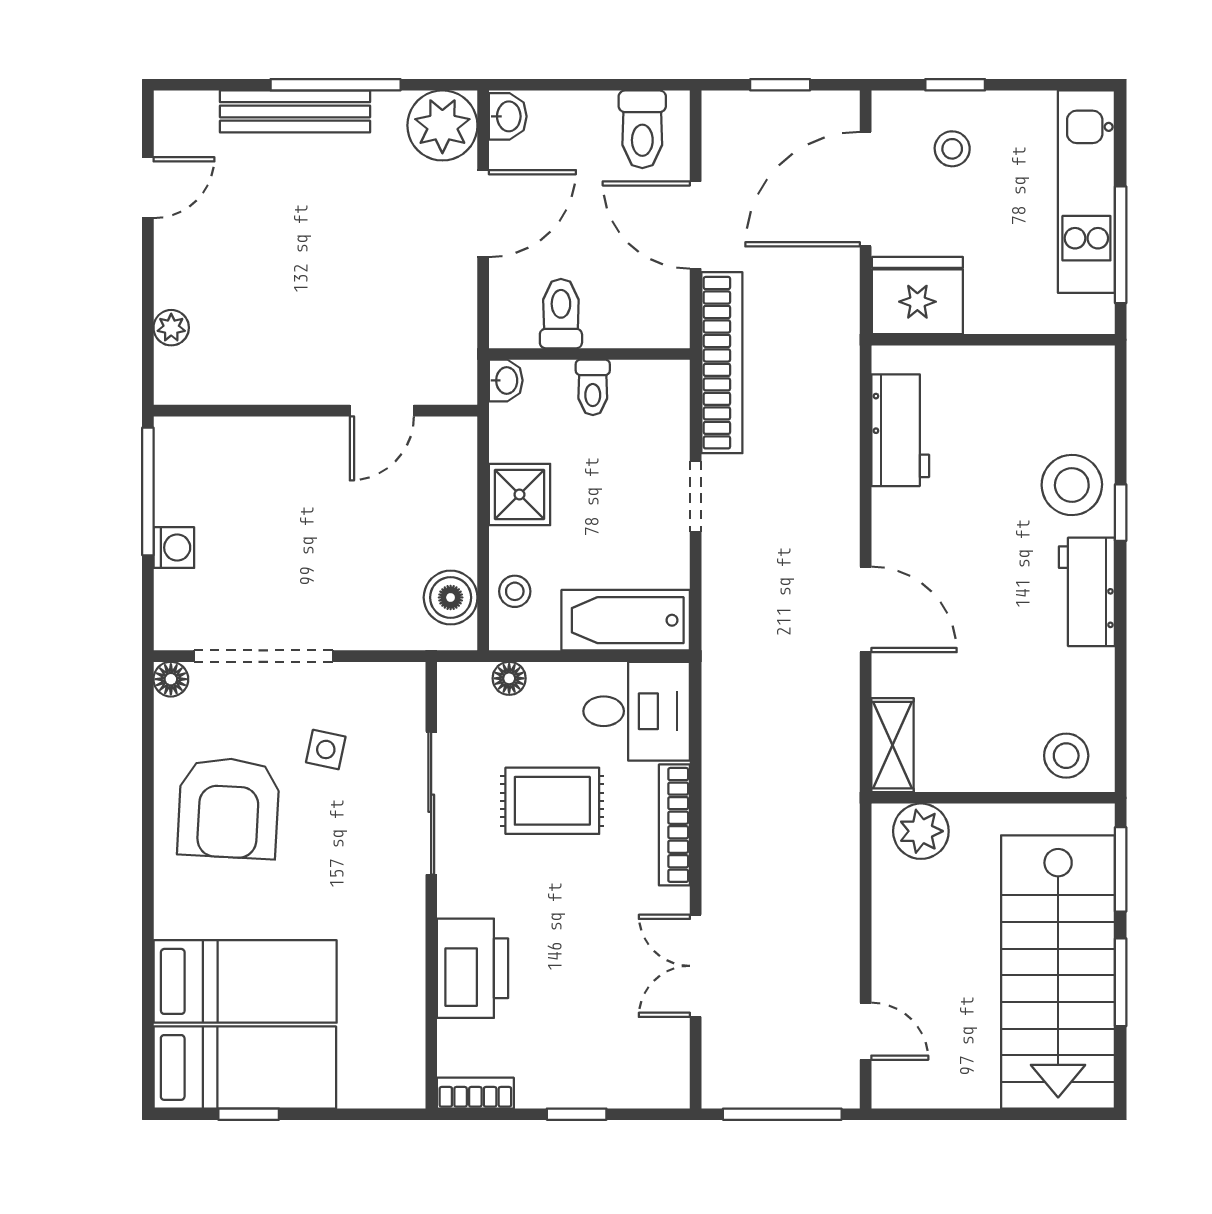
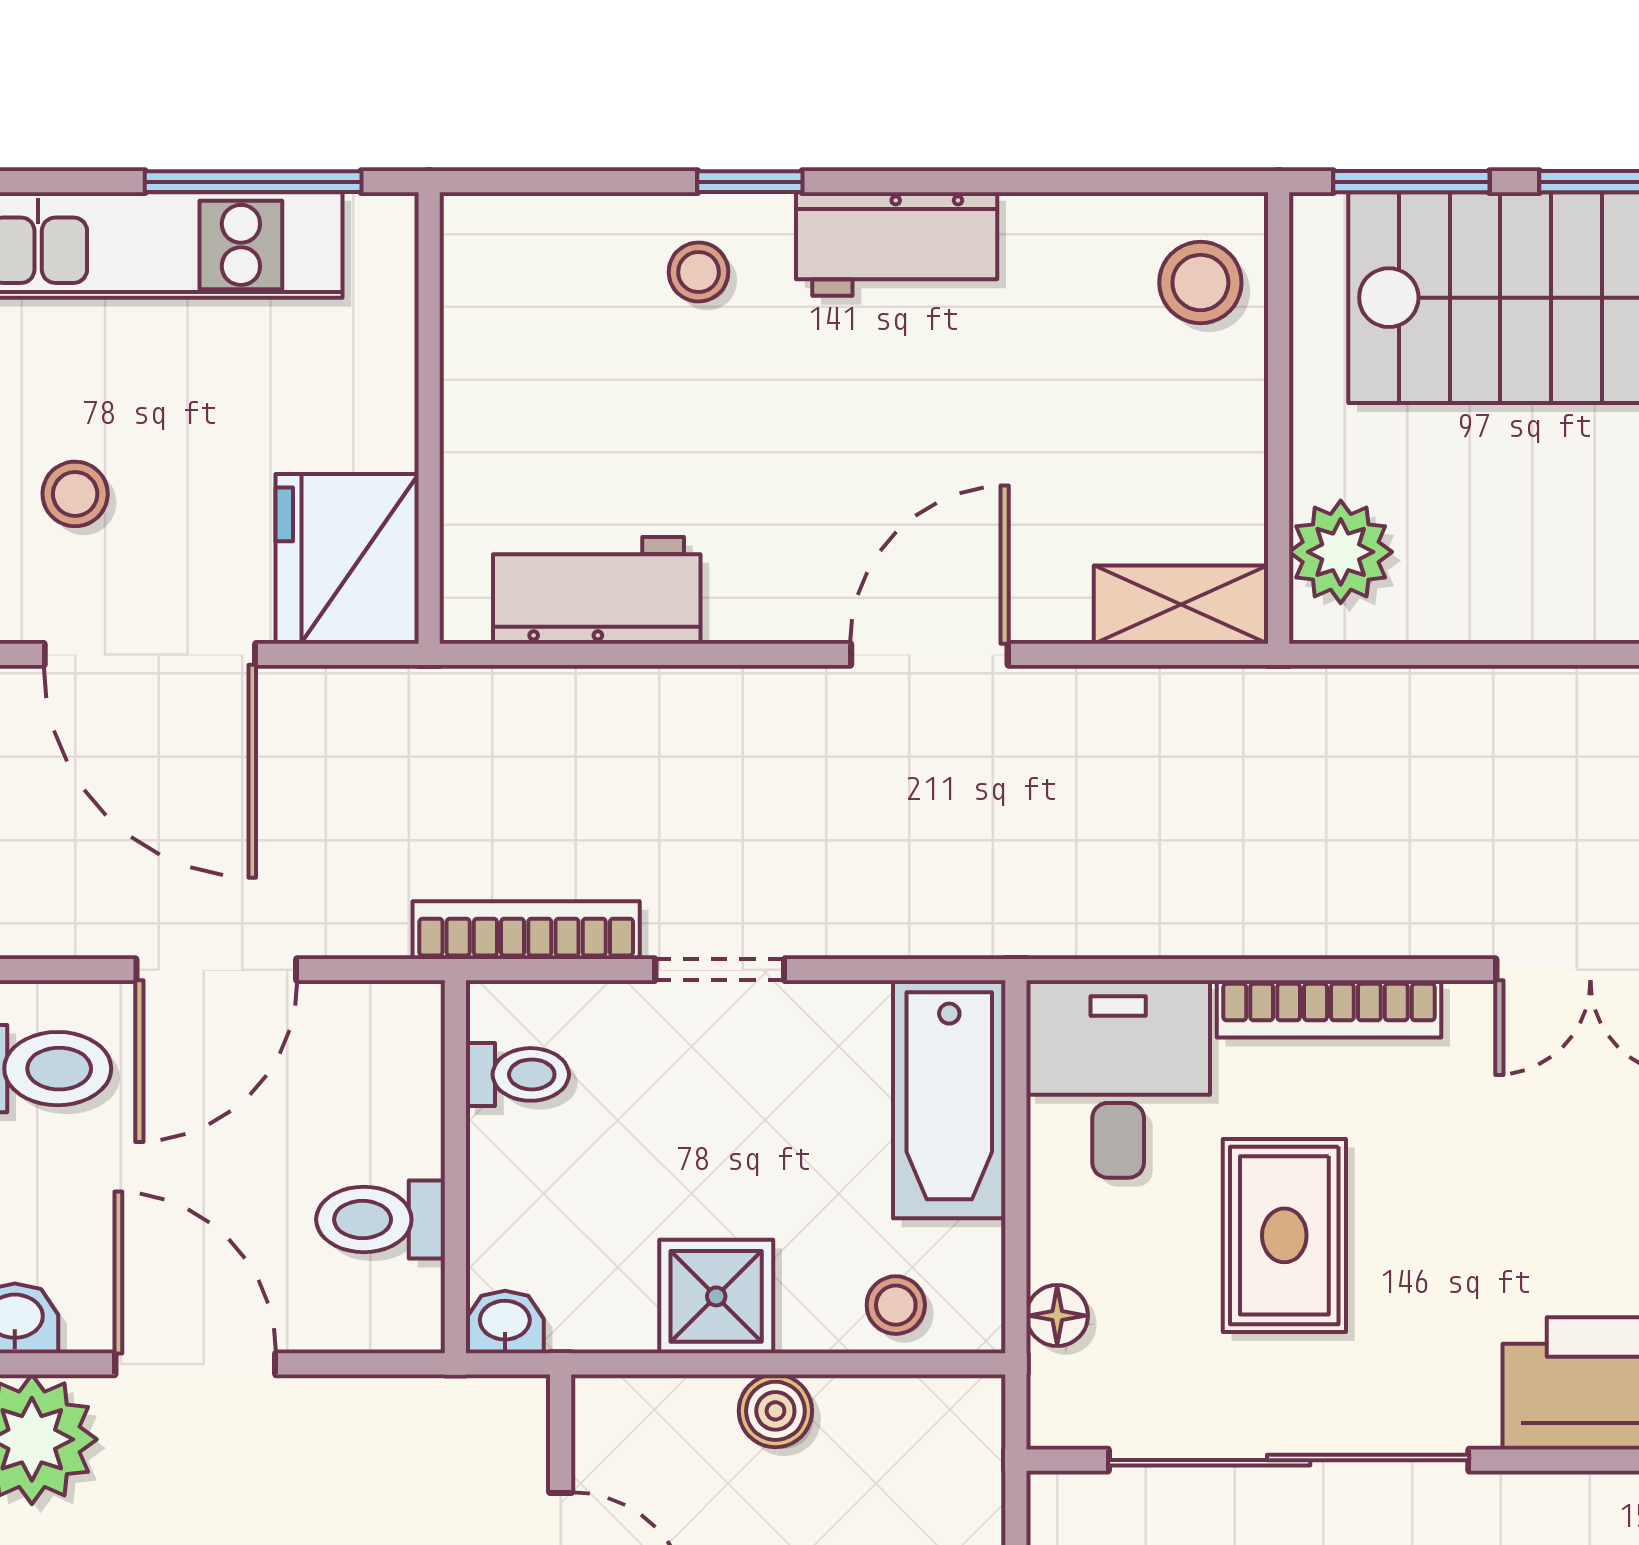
bookcase: (722, 363) -> (526, 930), width x0.68, depth x0.76
toilet: (593, 387) -> (517, 1074), moved
stool: (1072, 485) -> (699, 272), width x0.53, depth x0.53
boiler: (451, 597) -> (775, 1411), moved, width x0.73, depth x0.73
sliding door: (431, 803) -> (1289, 1460), width x1.36

